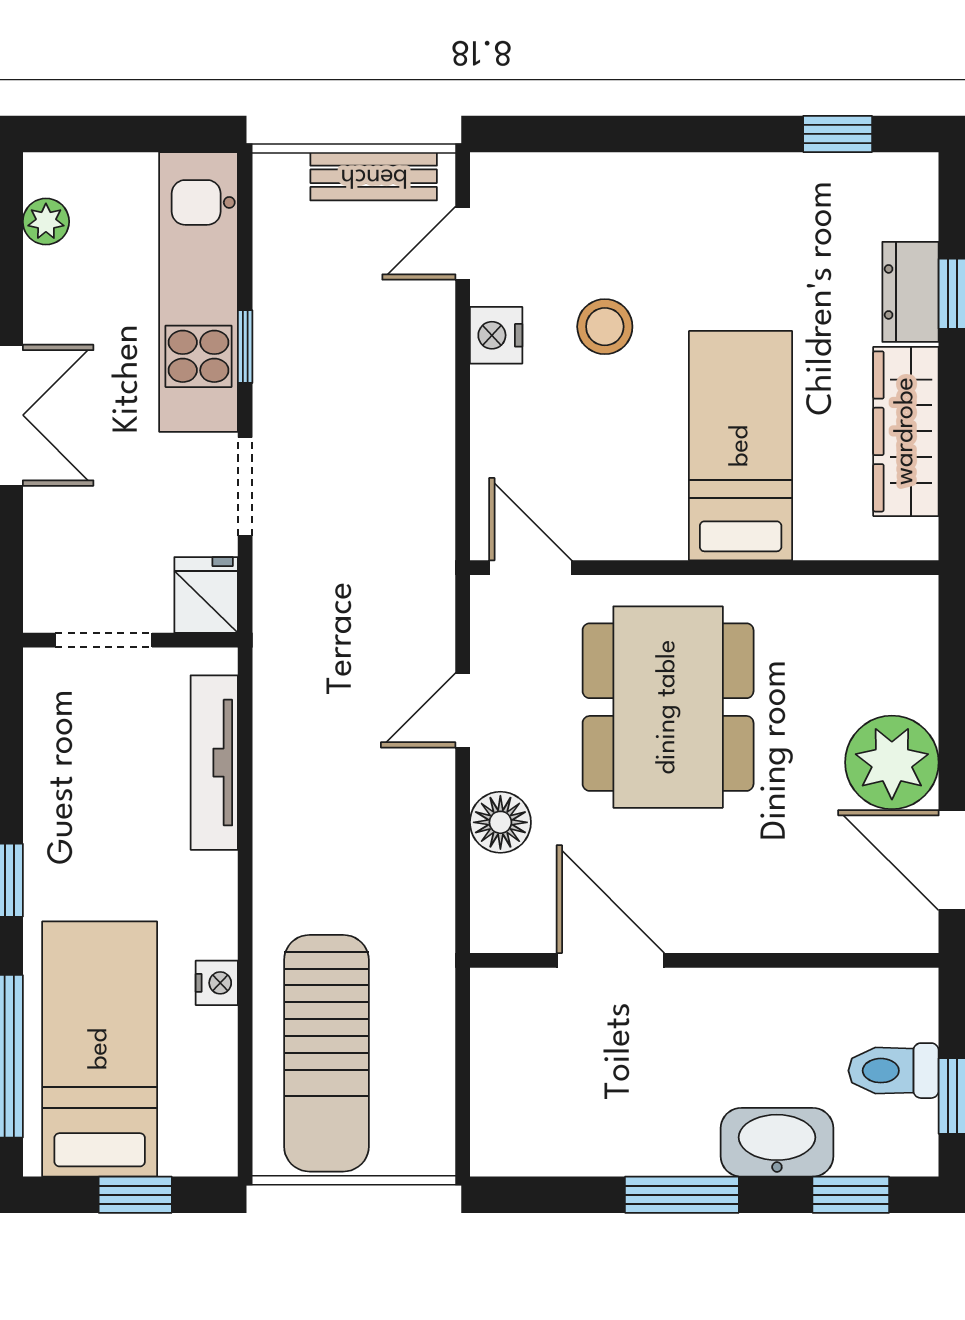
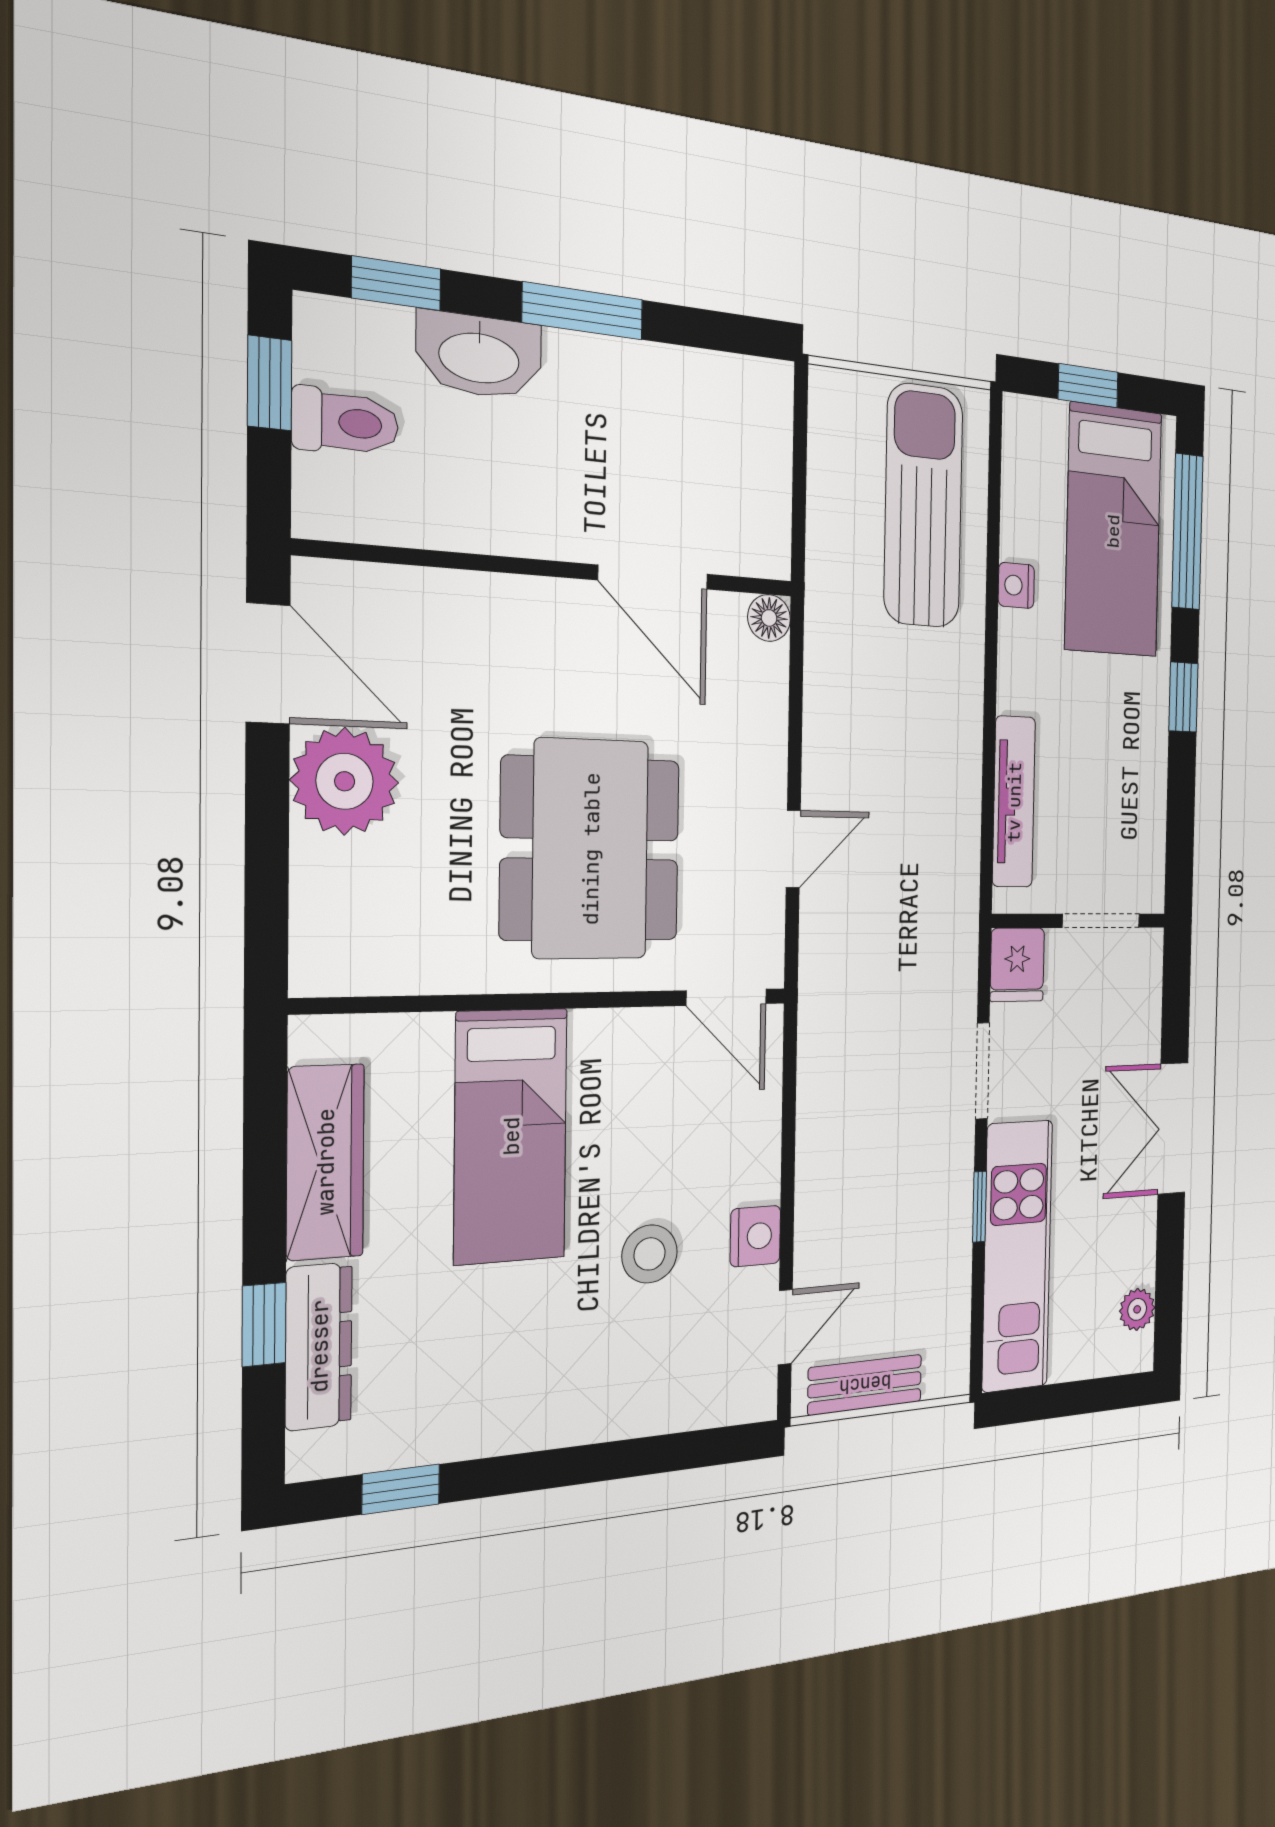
dresser: (911, 292) -> (319, 1346), width x1.44
floor lamp: (500, 822) -> (769, 618), moved, width x0.73, depth x0.73

